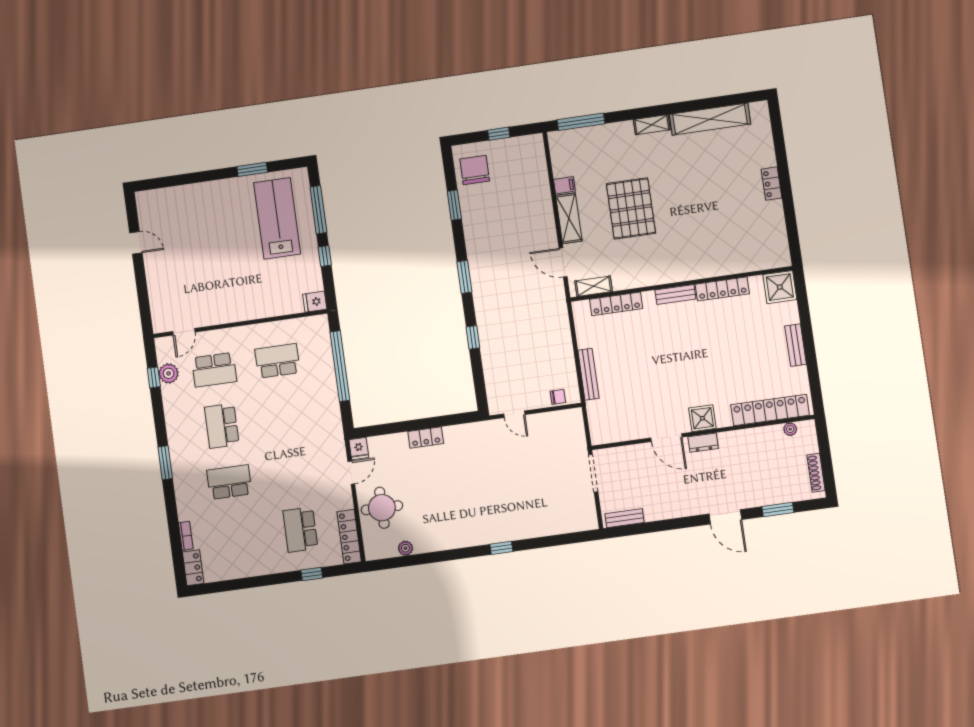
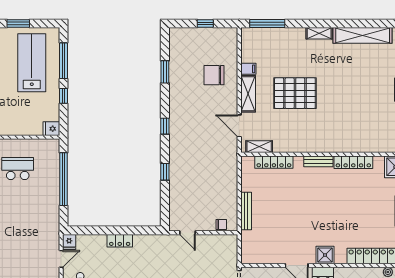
chair: (475, 170) -> (214, 75), moved, turned -90
pallet: (631, 208) -> (295, 93), turned 90
window: (464, 277) -> (165, 126), width x0.67

